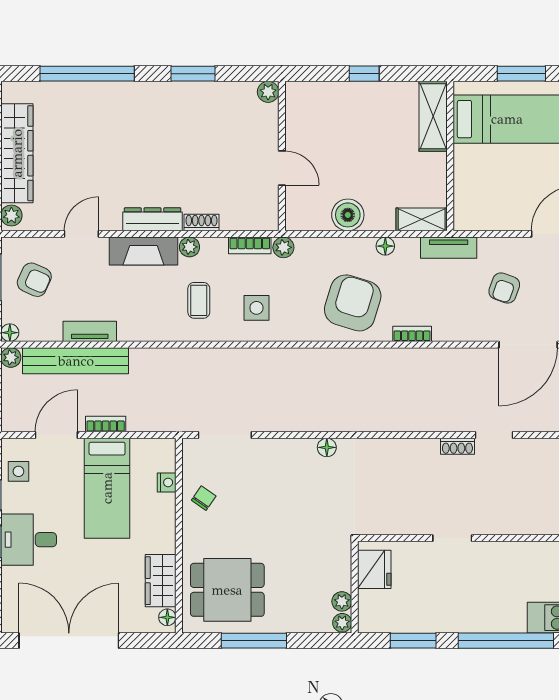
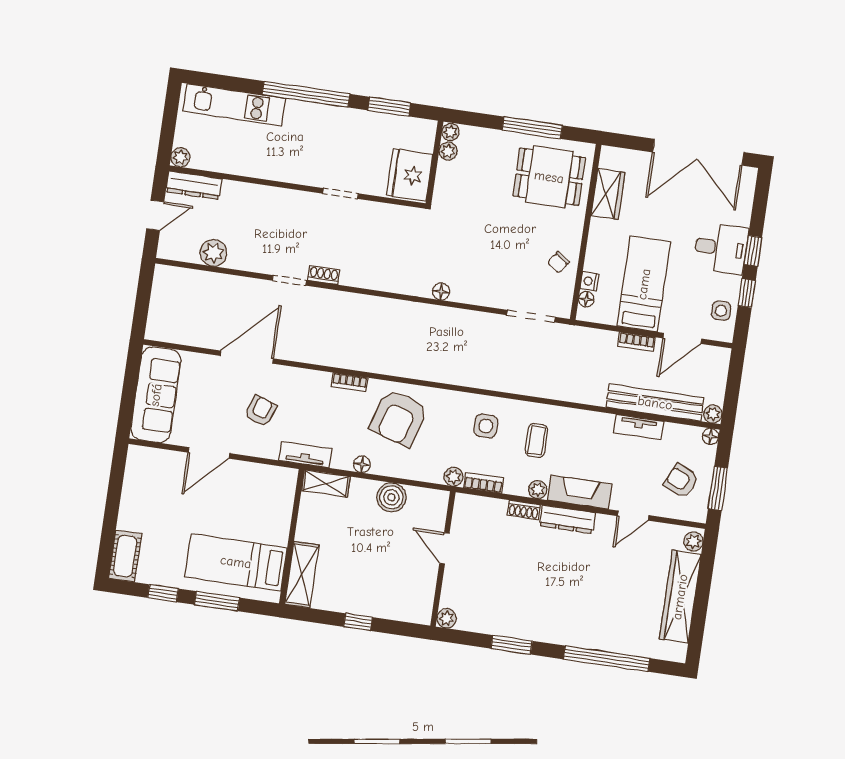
fridge: (374, 569) -> (410, 175), width x1.36, depth x1.34
floor lamp: (167, 617) -> (586, 299), moved

